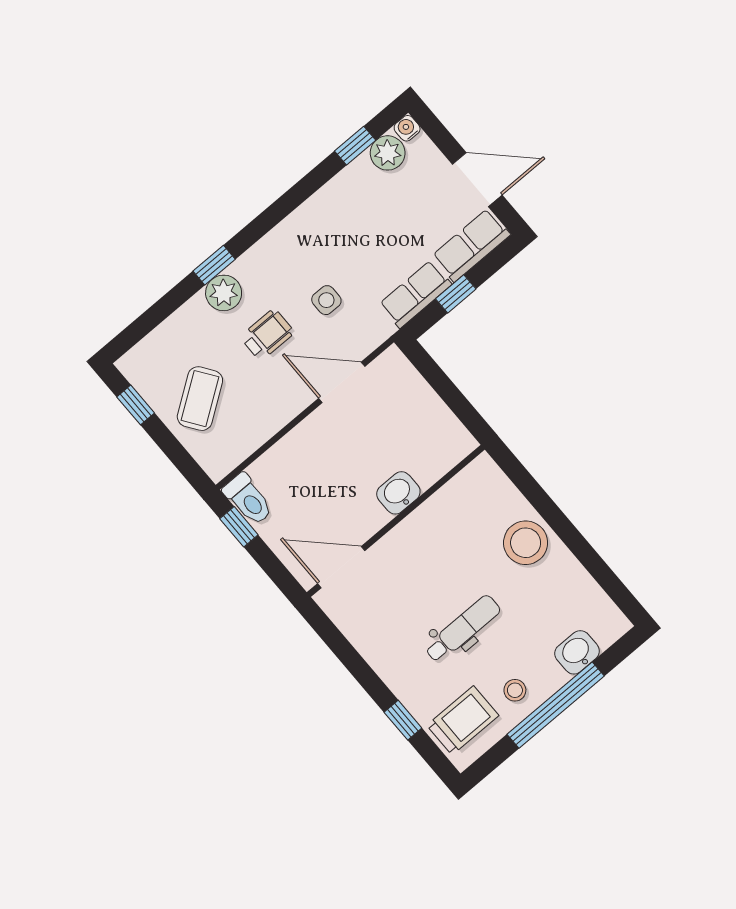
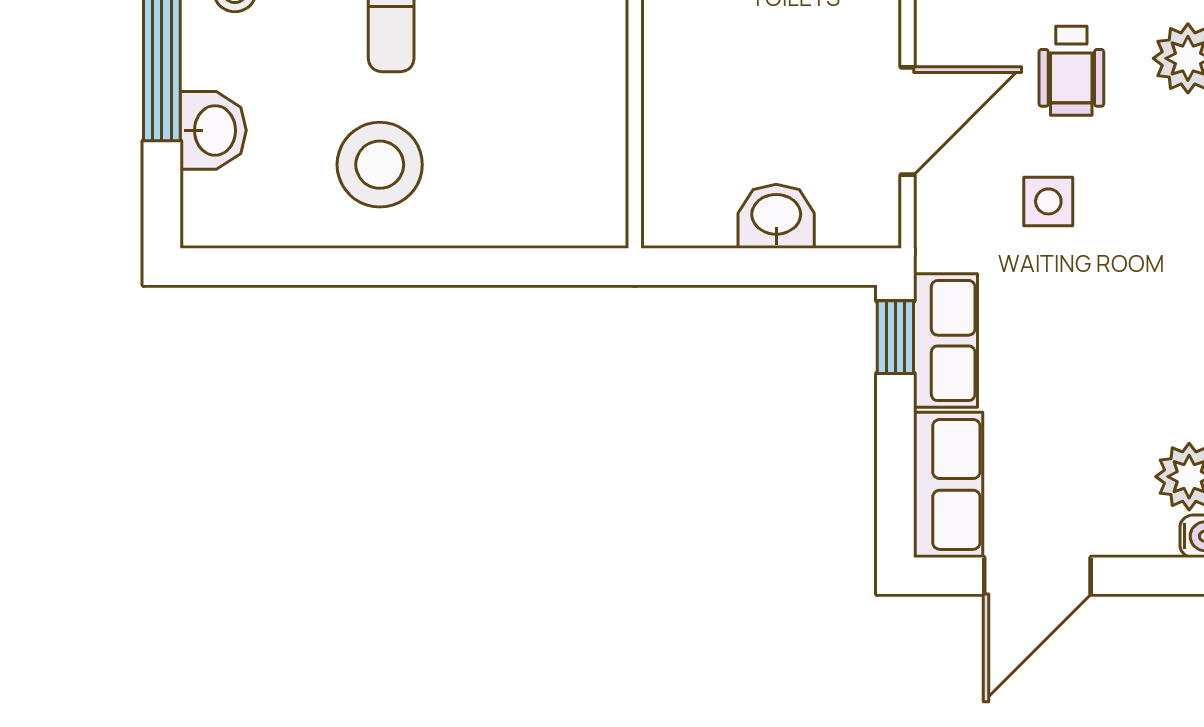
window: (456, 294) -> (895, 337), moved
washbasin: (398, 493) -> (776, 216), moved, turned -90
stool: (526, 543) -> (380, 165), moved

